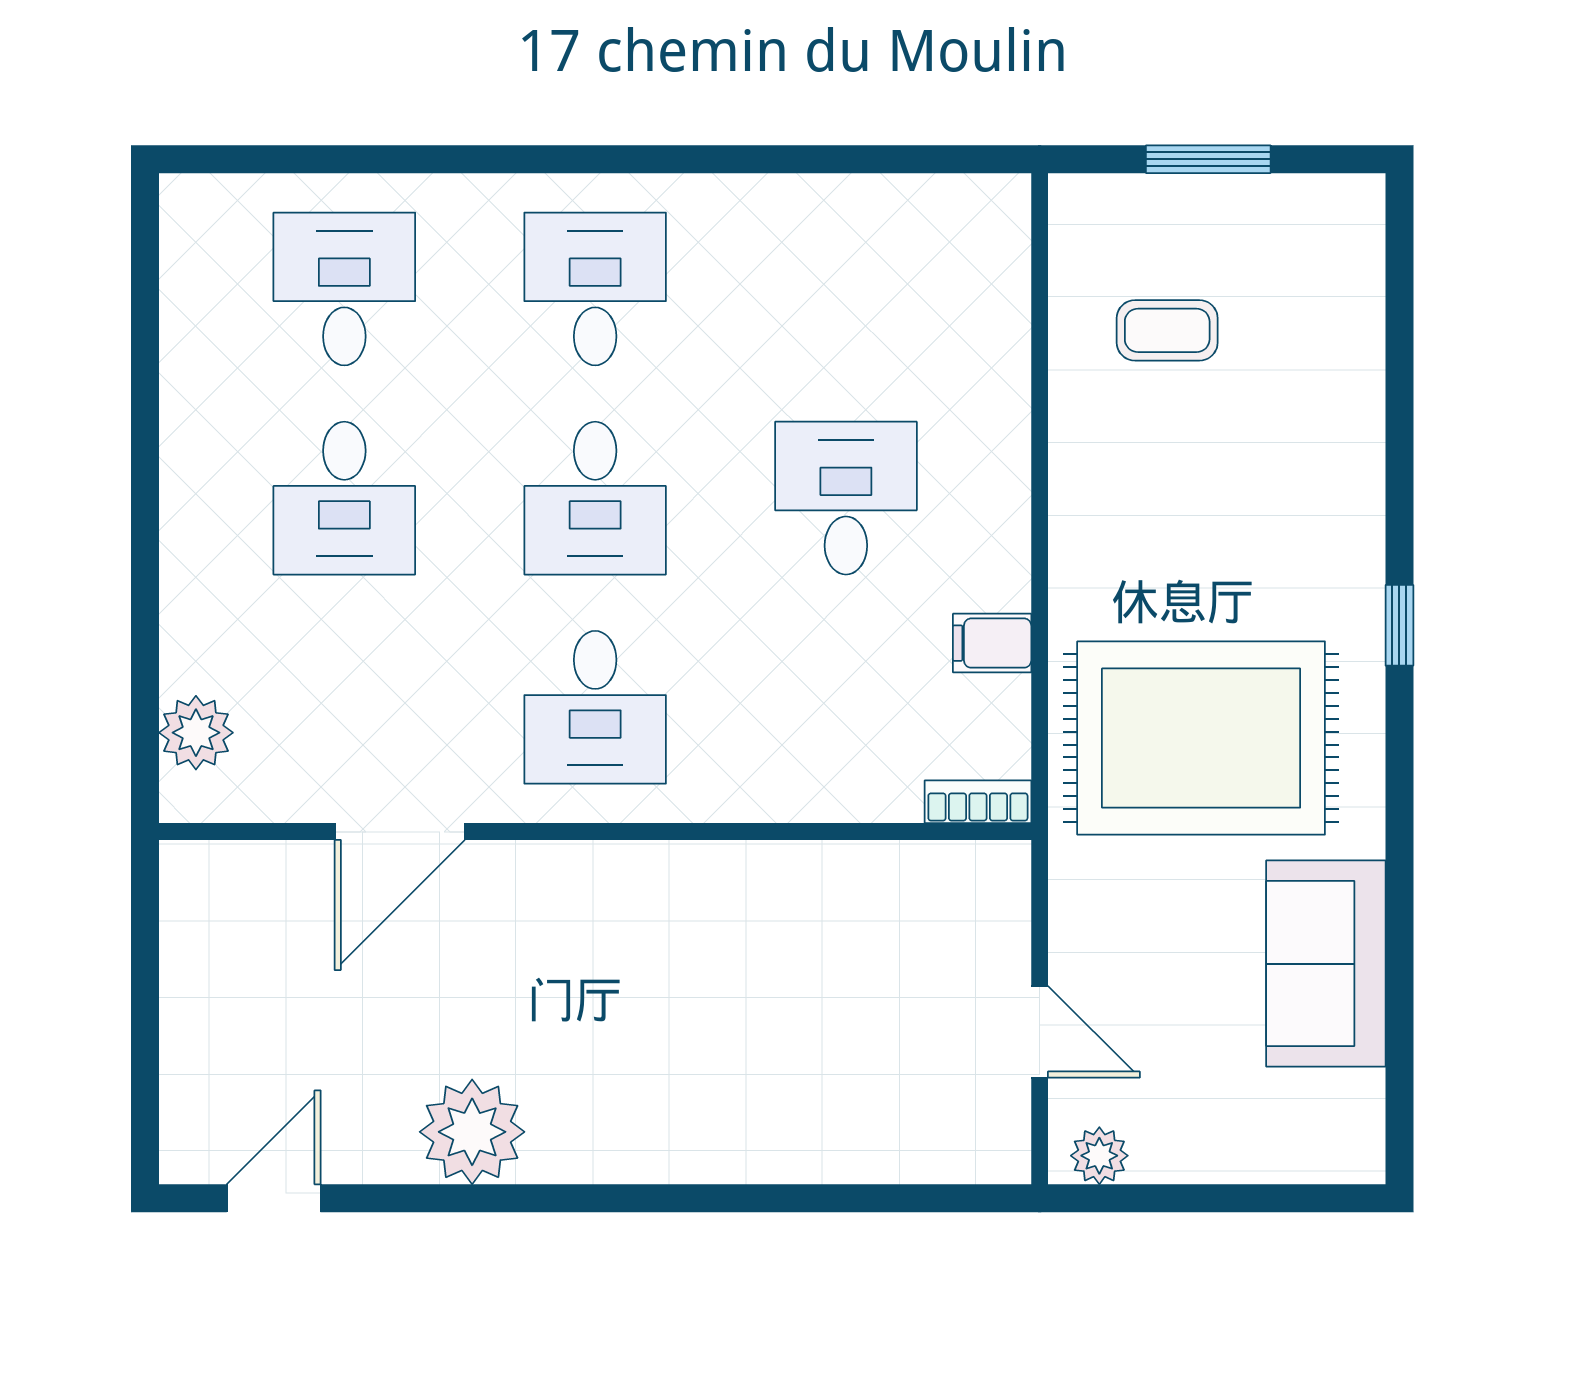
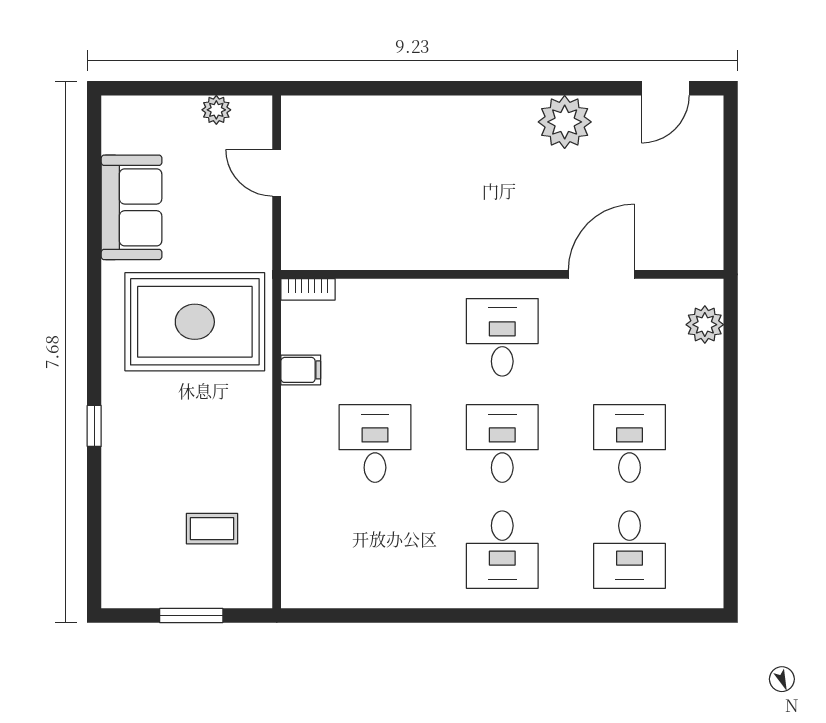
desk: (846, 498) -> (375, 443), turned 180
window: (1399, 625) -> (94, 426), moved
plant: (1099, 1156) -> (216, 110), moved

